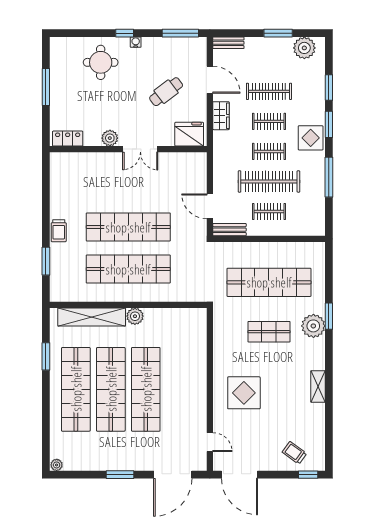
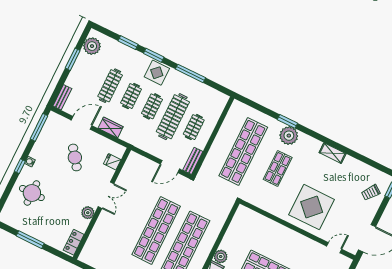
fridge: (189, 134) -> (112, 162), width x0.53, depth x0.75
display table: (244, 393) -> (312, 207), width x1.36, depth x1.36

